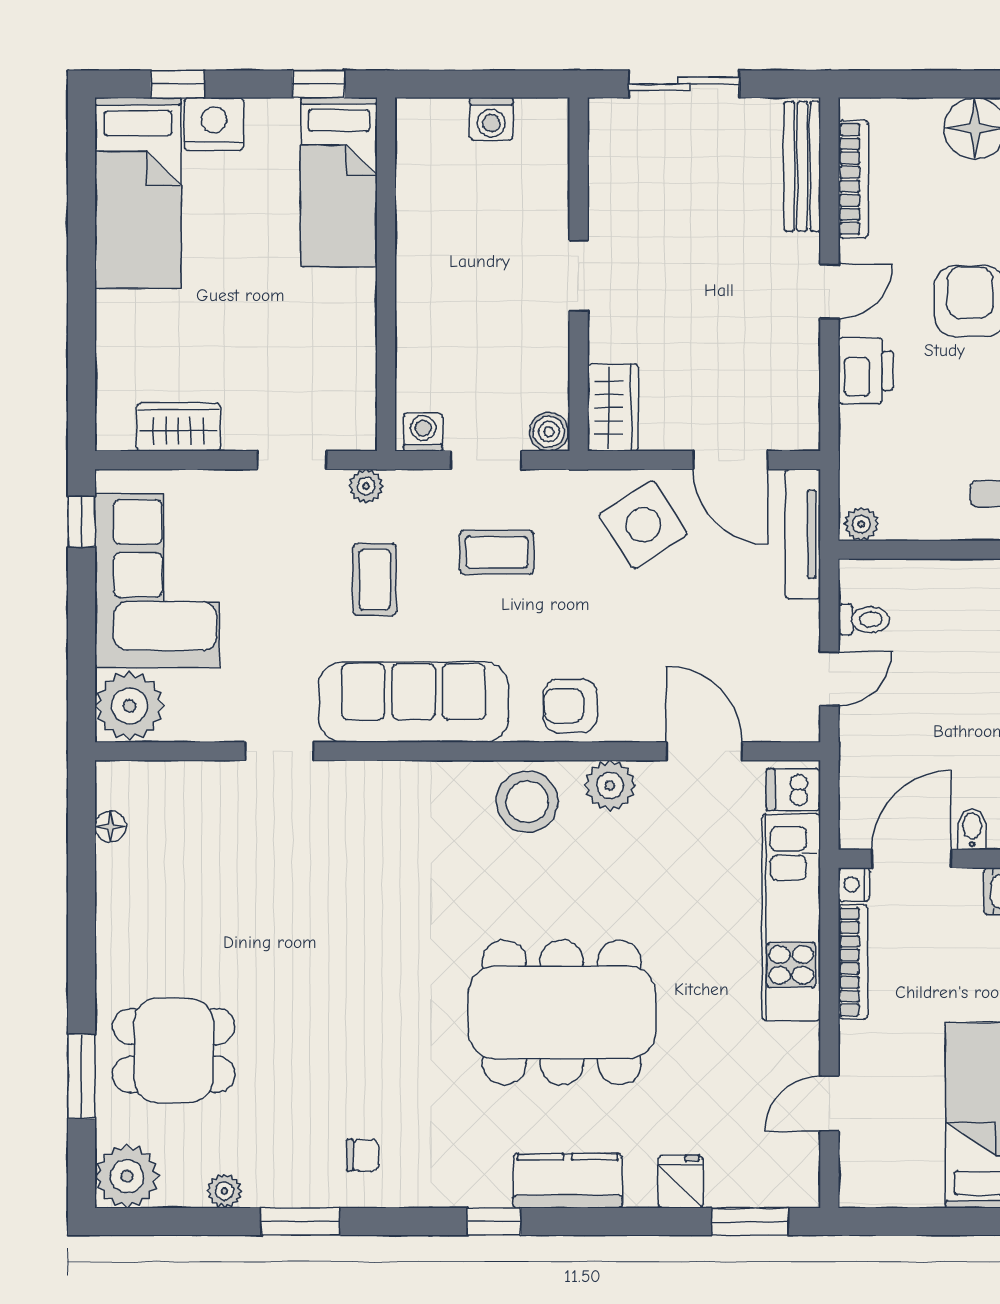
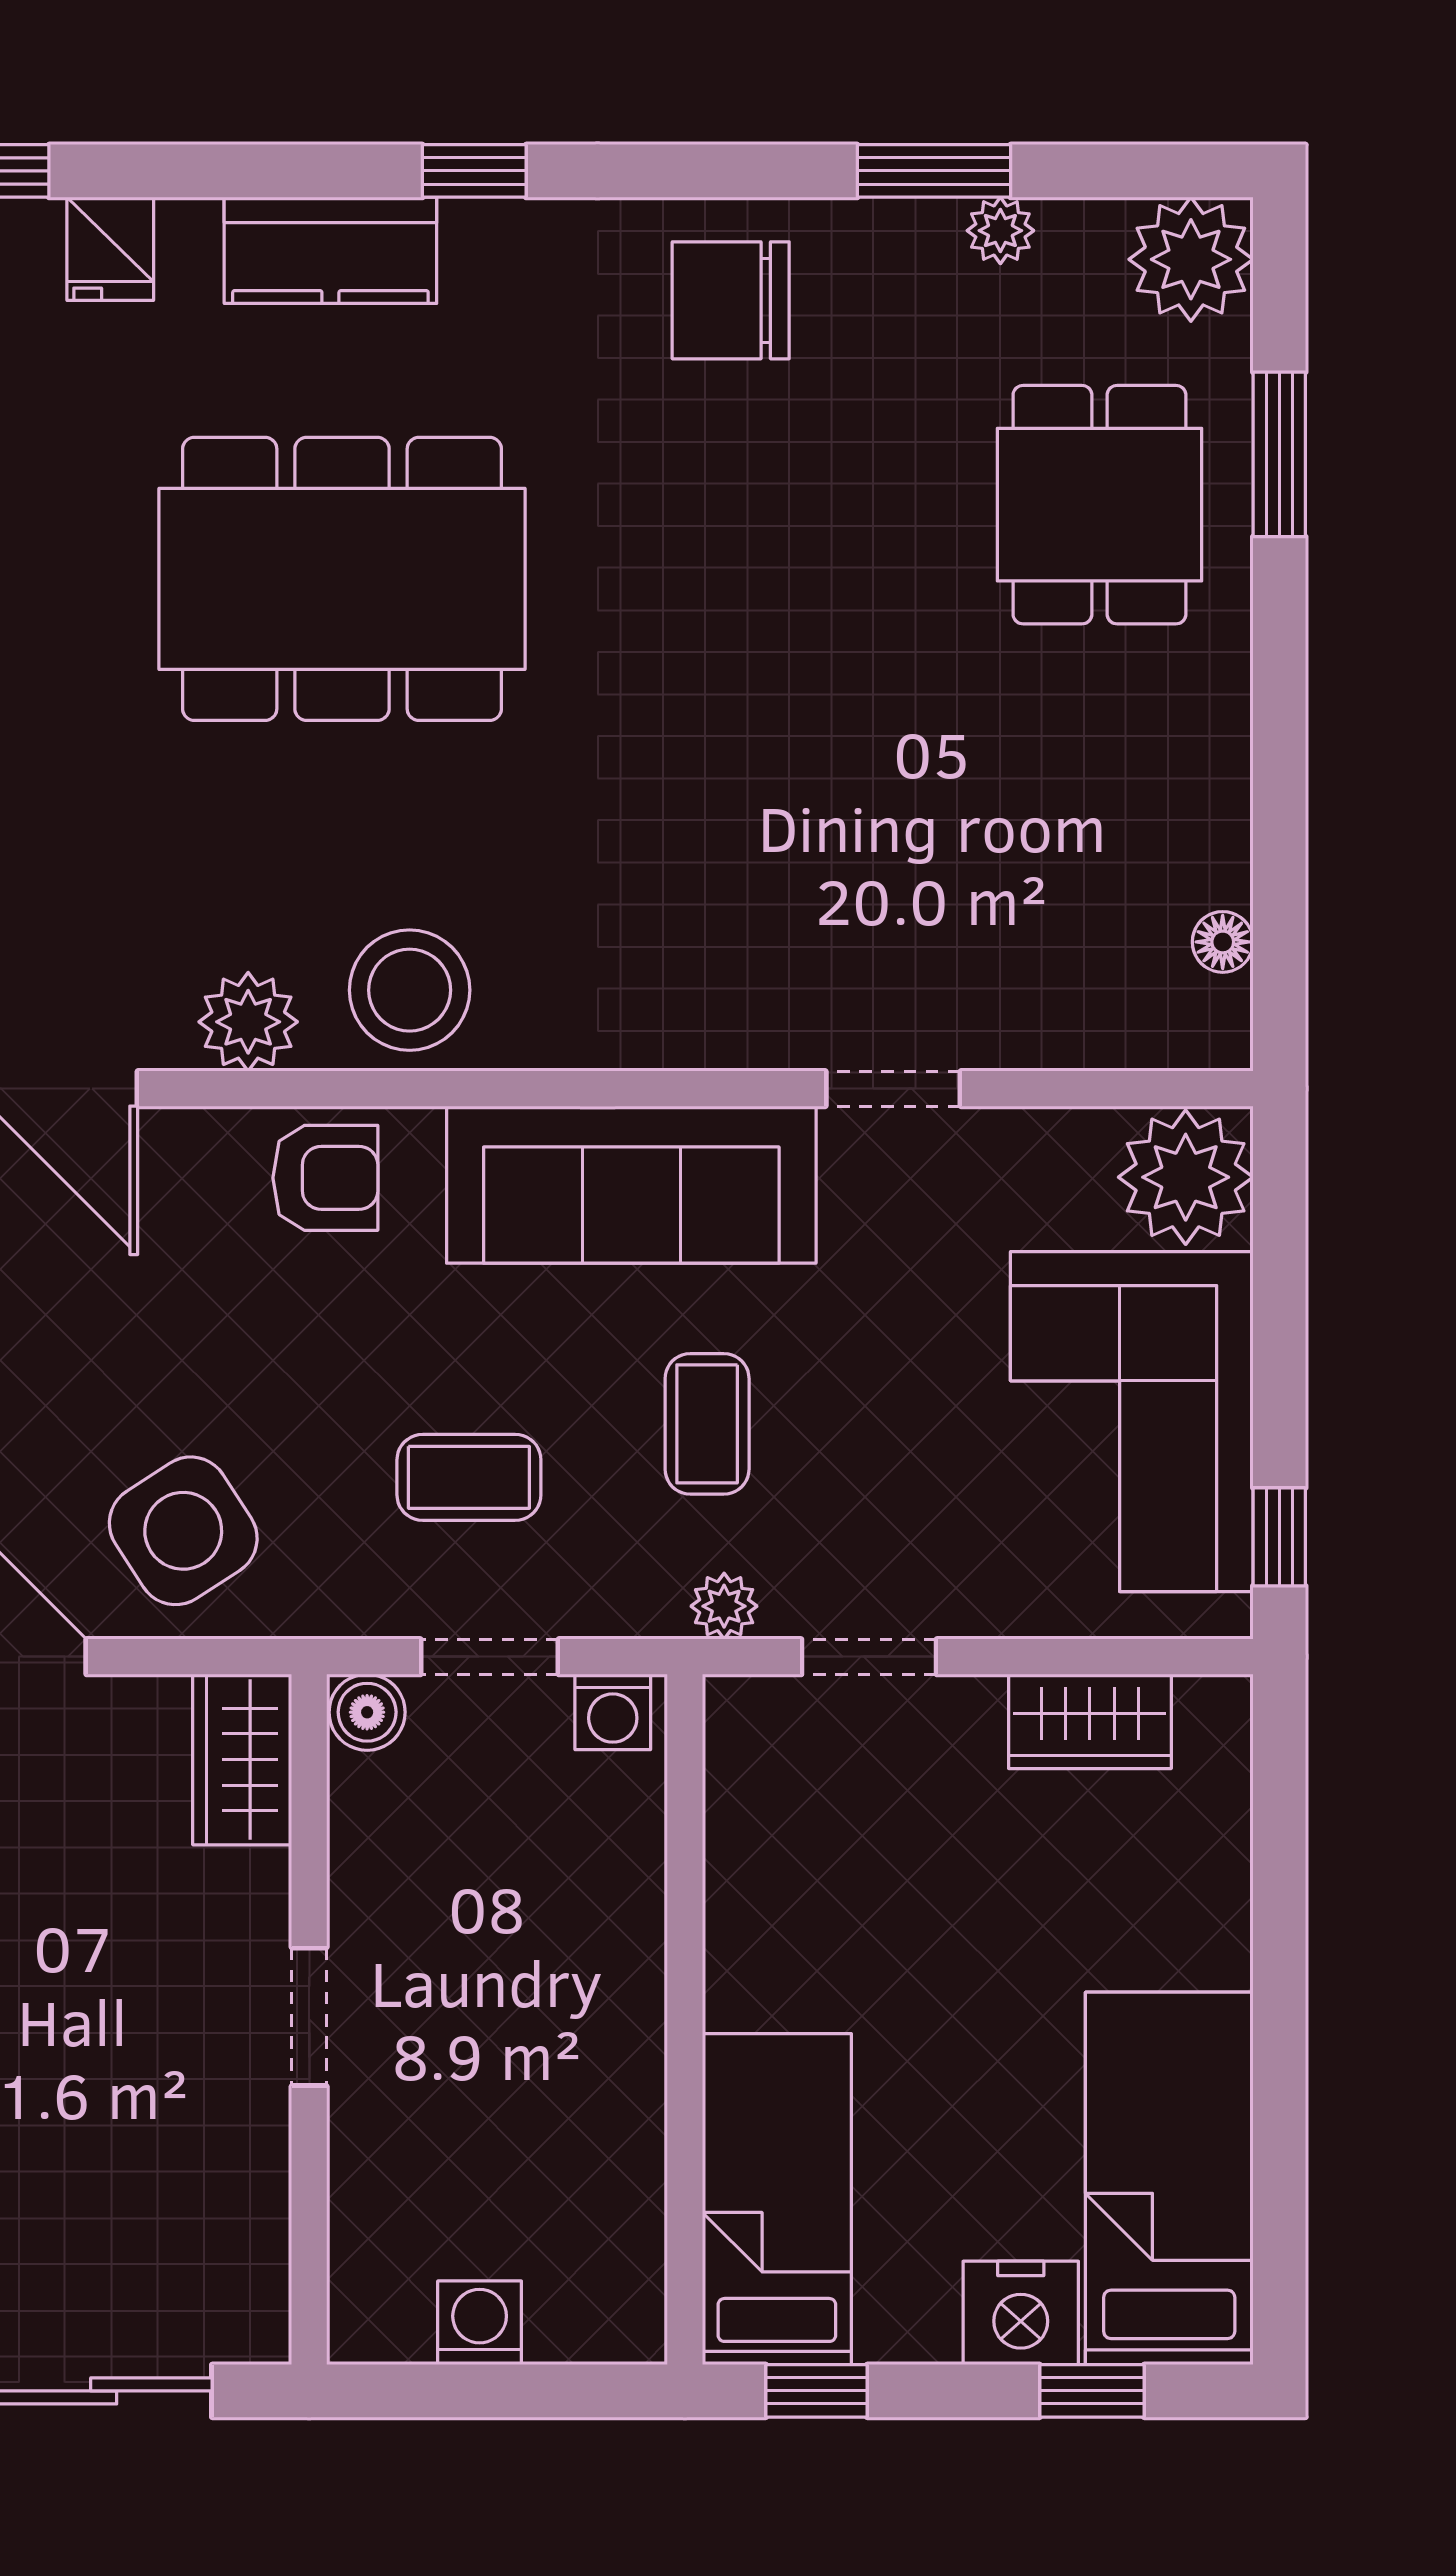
dining table: (174, 1050) -> (1099, 505), turned 90
chair: (363, 1155) -> (731, 300), width x1.87, depth x1.87
window: (301, 1221) -> (934, 171), moved

